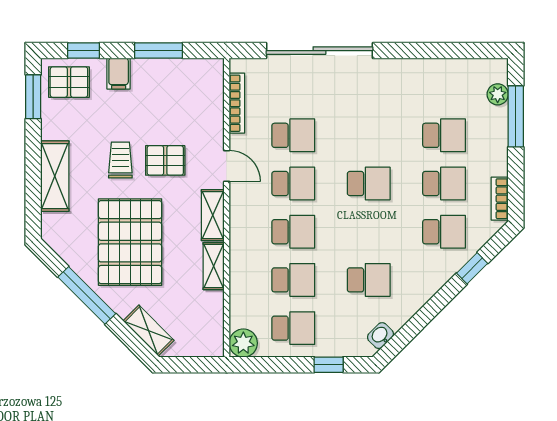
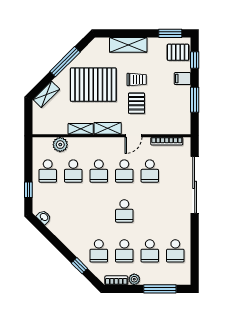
pallet: (69, 82) -> (178, 52), turned 90
plant: (498, 94) -> (134, 279), moved
school desk: (369, 280) -> (175, 251), moved
plant: (243, 343) -> (60, 145), moved

